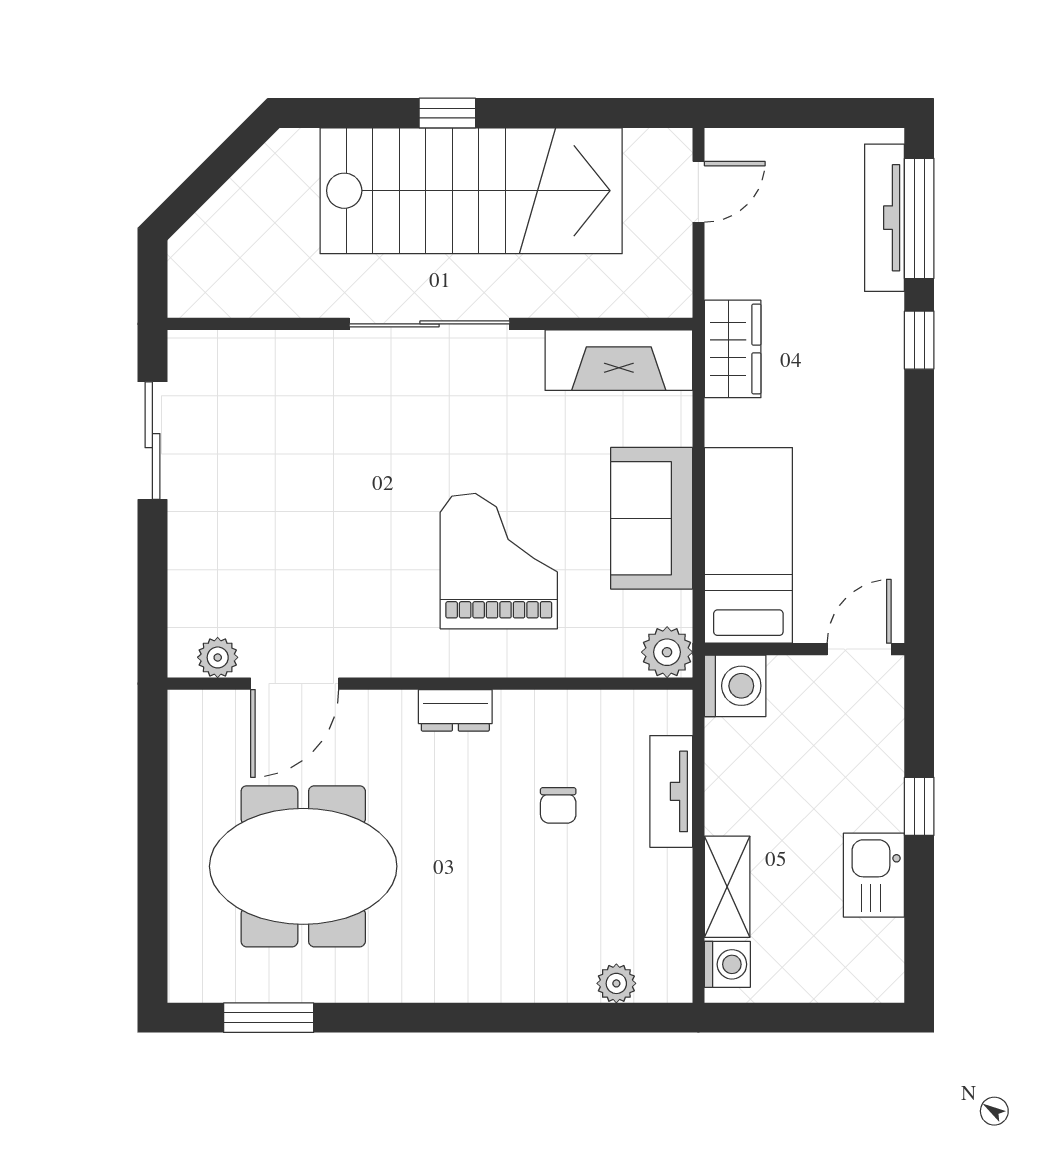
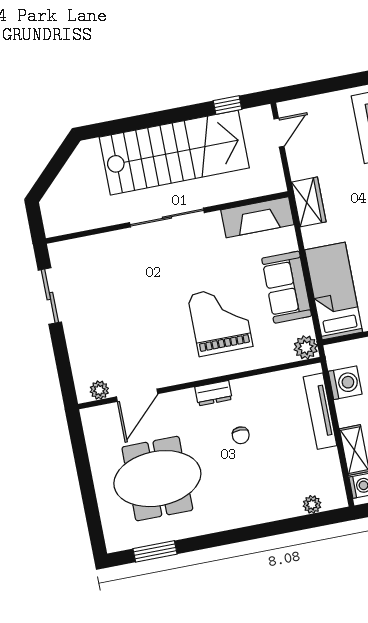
window: (447, 113) -> (228, 105), moved
washing machine: (735, 686) -> (345, 383), moved
tv unit: (671, 791) -> (320, 411), width x1.41
chair: (558, 805) -> (241, 435), moved

